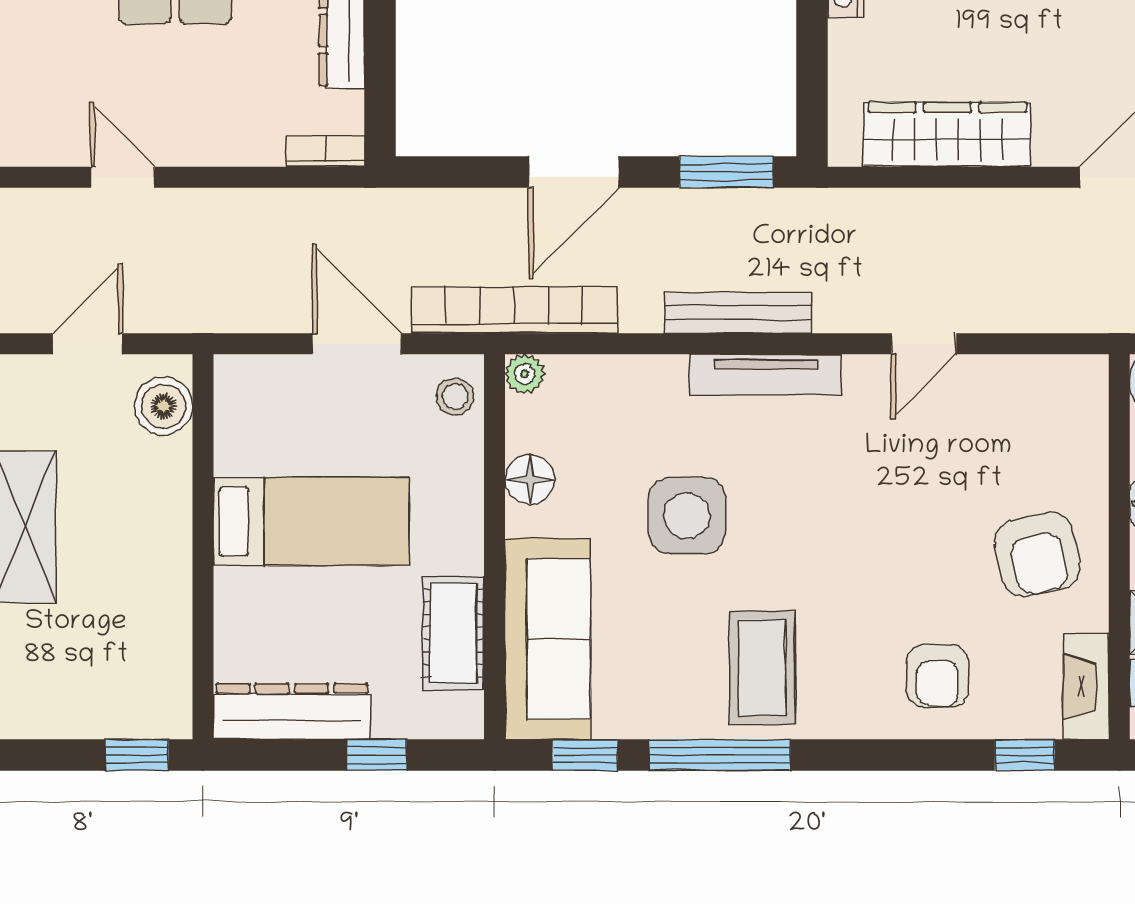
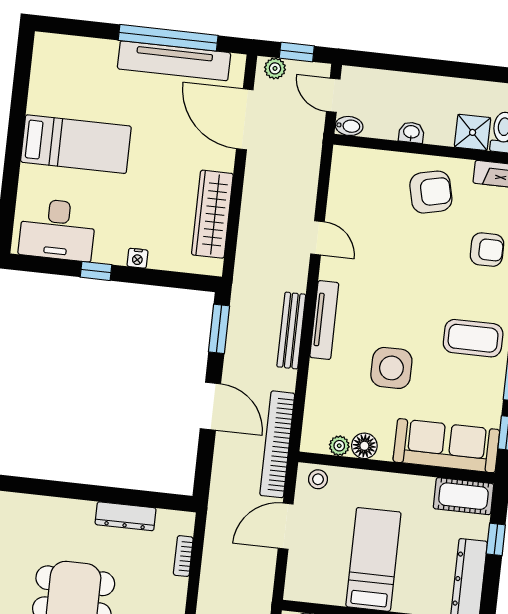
bookcase: (325, 151) -> (183, 556), moved
plant: (525, 374) -> (339, 446), moved
cot: (453, 633) -> (463, 496), moved

